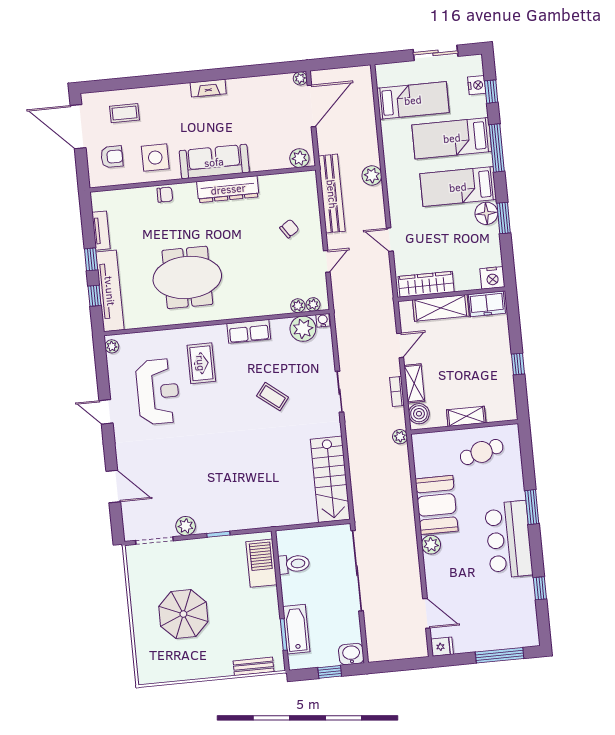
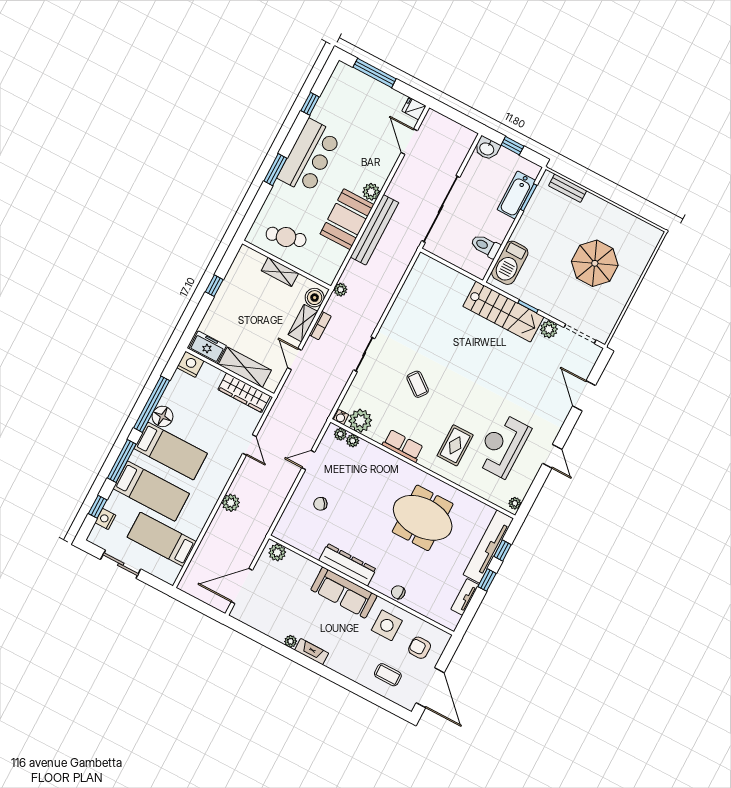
plant: (300, 78) -> (291, 641), moved
bench: (332, 194) -> (375, 230), moved
window: (504, 218) -> (152, 404), width x2.11
door: (400, 345) -> (295, 359), hinge flipped
stairs: (330, 479) -> (503, 312), moved, turned 90

